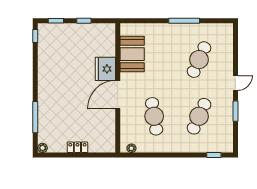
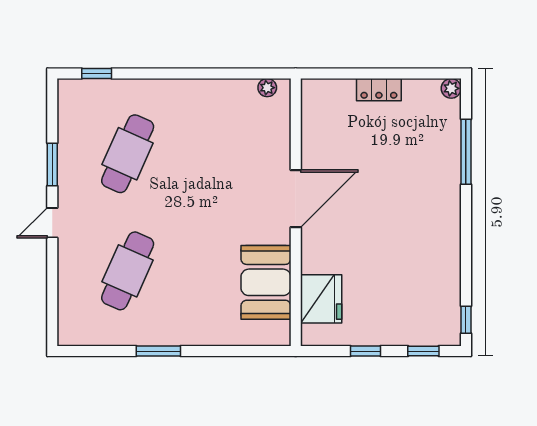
window: (184, 21) -> (158, 351), width x0.69
fridge: (105, 69) -> (321, 299), moved
cafe table: (154, 116) -> (220, 154), removed

